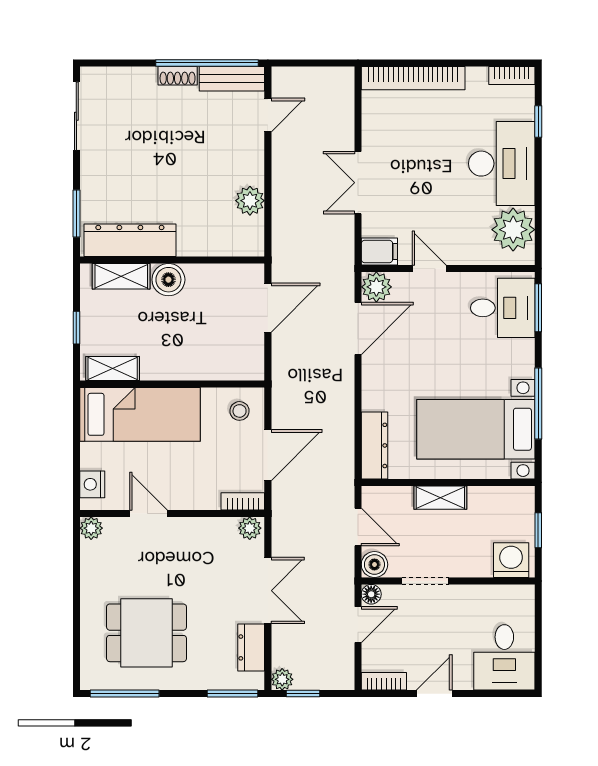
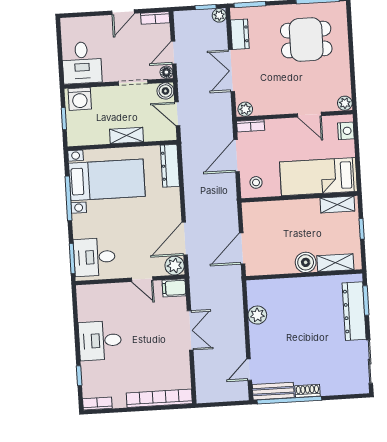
desk: (502, 164) -> (100, 341), width x0.73
plant: (513, 230) -> (91, 307), removed
dresser: (130, 240) -> (354, 311), moved, turned 90
desk: (504, 657) -> (82, 63), moved, turned 180

